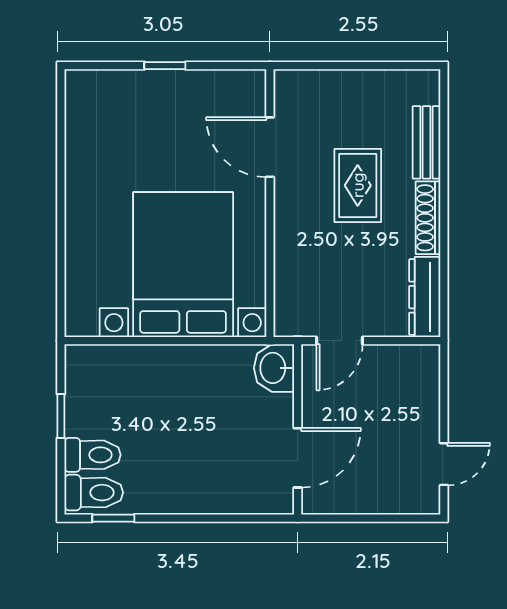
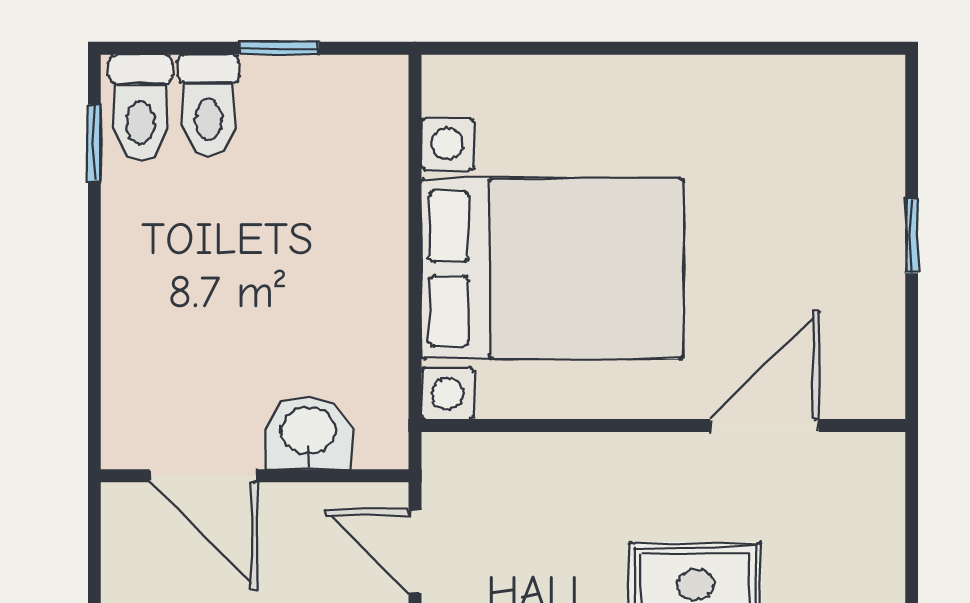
washbasin: (274, 368) -> (308, 433), moved

